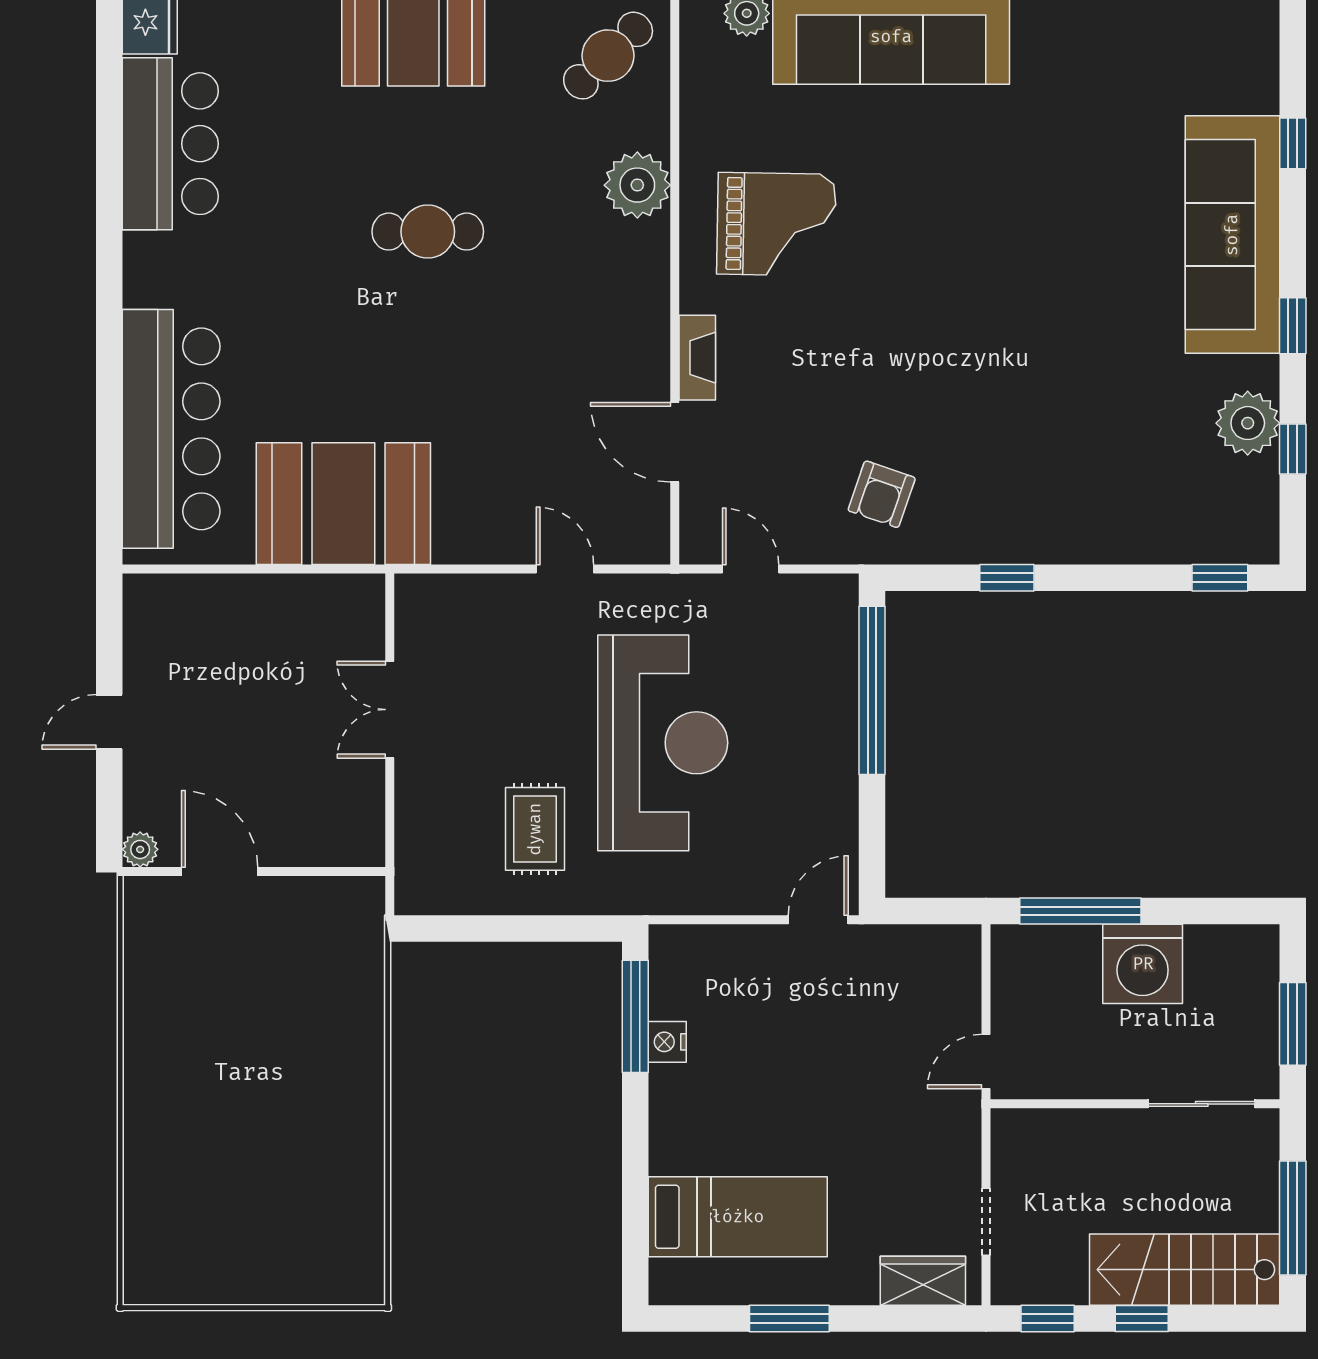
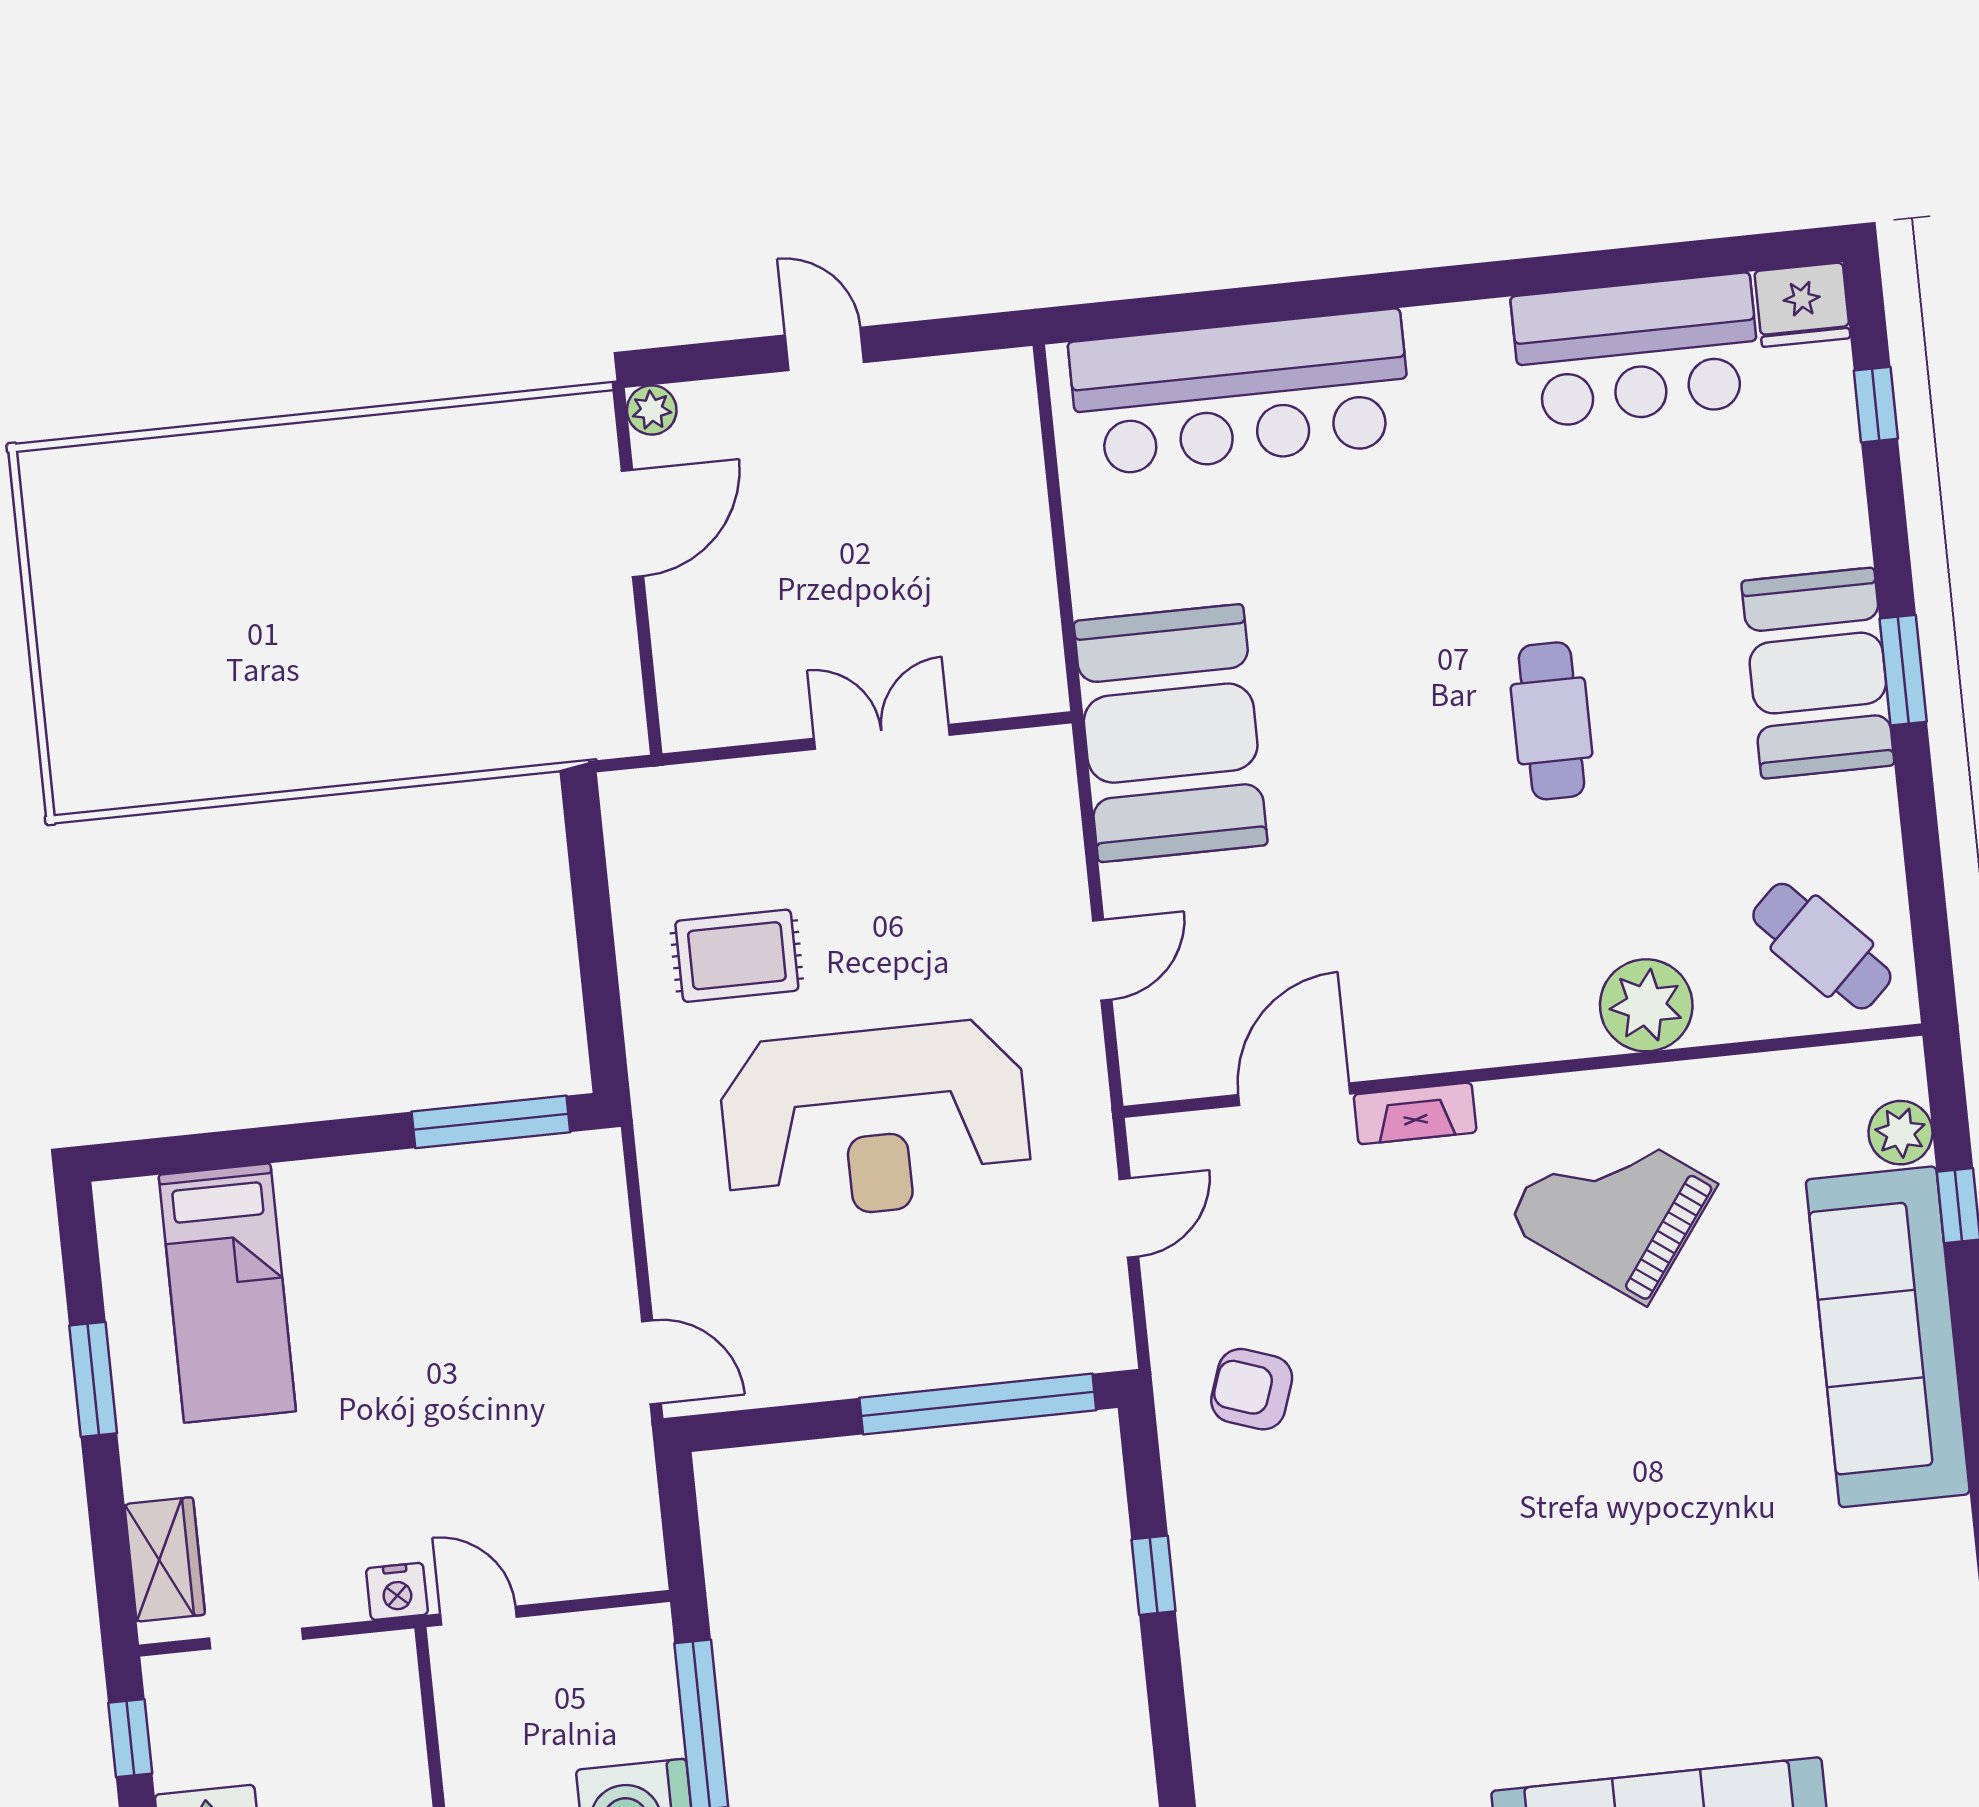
grand piano: (776, 224) -> (1612, 1204), turned 125
booth: (343, 504) -> (1171, 733), moved
nightstand: (667, 1042) -> (397, 1591), moved, turned 180

